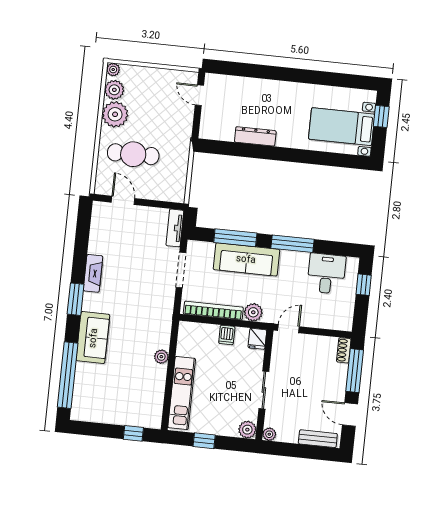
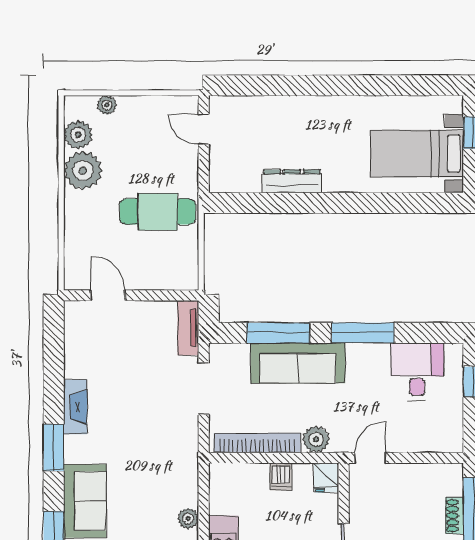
plant: (113, 70) -> (107, 105), moved
cafe table: (133, 154) -> (158, 212), moved
shoe rack: (344, 350) -> (455, 516), moved

